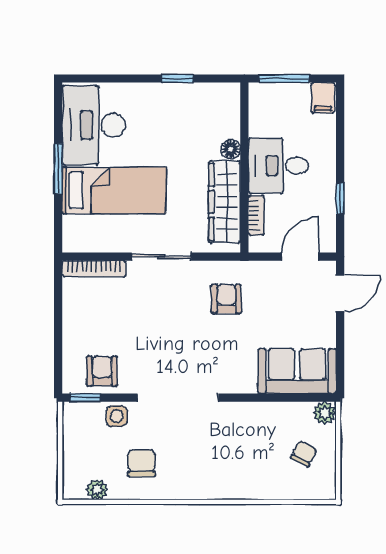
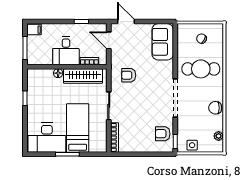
plant: (325, 413) -> (182, 29), removed
side table: (117, 416) -> (192, 145), moved
cafe table: (240, 452) -> (201, 69), added
chair: (142, 463) -> (215, 108), moved

